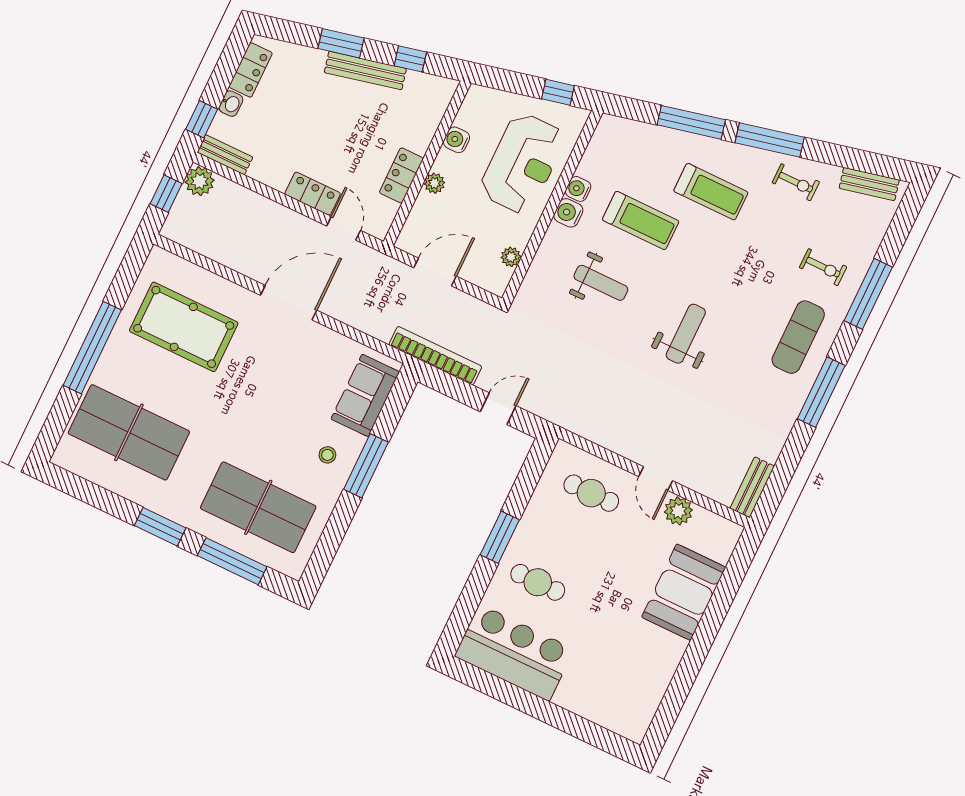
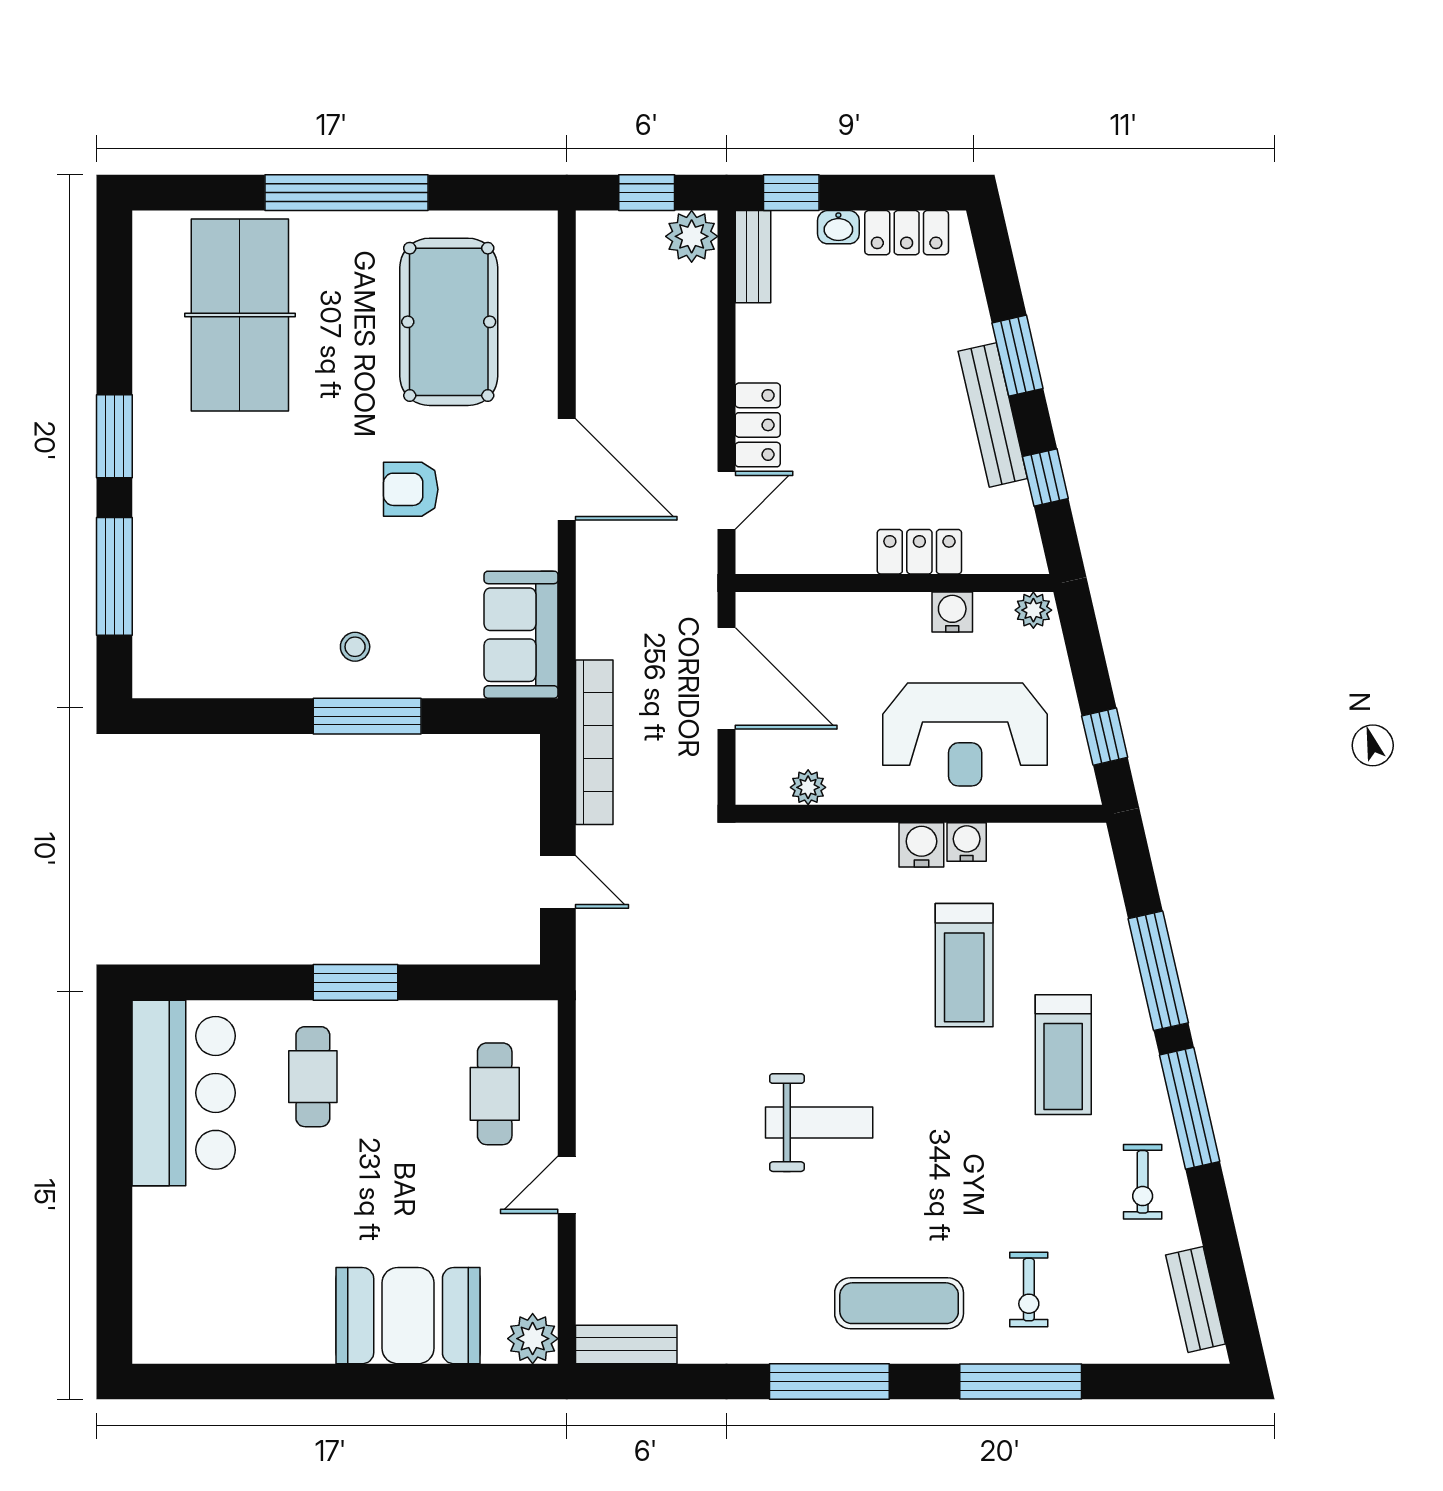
locker: (401, 175) -> (919, 552), moved
plant: (435, 183) -> (1033, 610), moved
door: (435, 272) -> (726, 678), width x1.36
weight bench: (601, 283) -> (835, 949), removed
armchair: (260, 388) -> (411, 489), added
sofa: (365, 395) -> (521, 635), moved, turned -90
table tennis table: (258, 507) -> (219, 577), removed
plant: (678, 511) -> (533, 1339), moved

